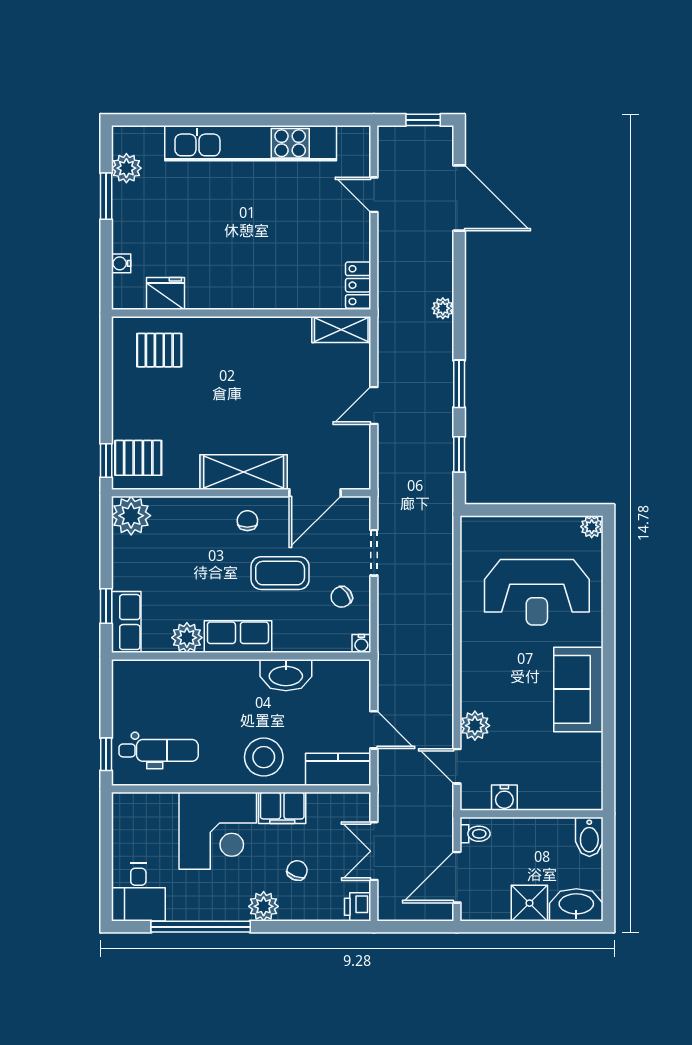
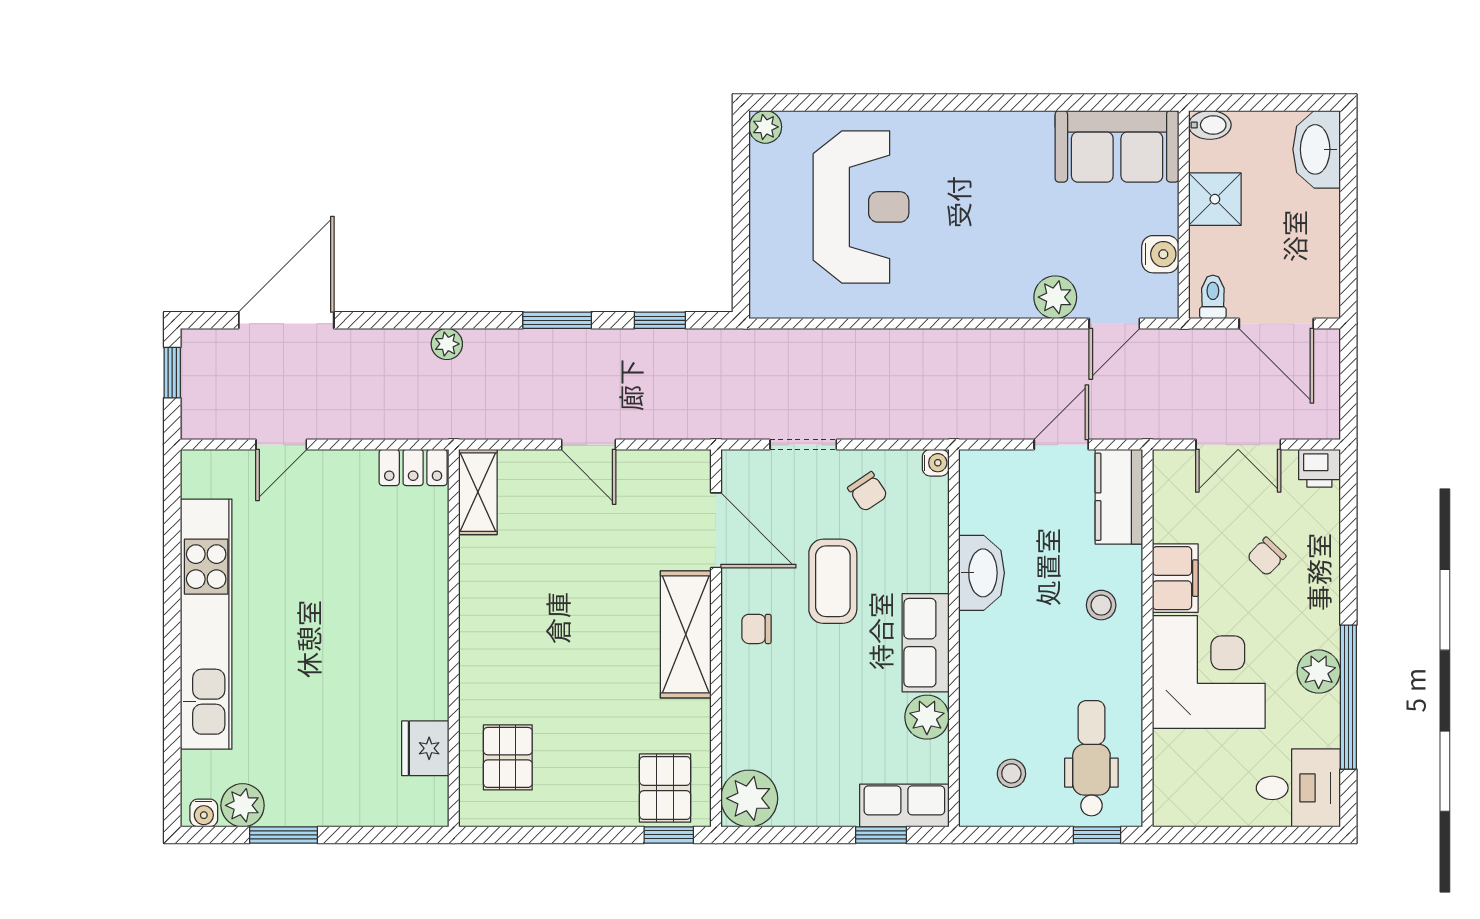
water cooler: (121, 263) -> (204, 813), moved
sofa: (578, 689) -> (1117, 146), moved
stool: (148, 696) -> (1011, 773), added
stool: (264, 757) -> (1101, 605), width x0.53, depth x0.53
bidet: (589, 837) -> (1210, 125), width x0.72, depth x0.74
chair: (297, 870) -> (1266, 556), turned -66
shower: (529, 903) -> (1215, 199), moved
plant: (264, 906) -> (1319, 672), moved

